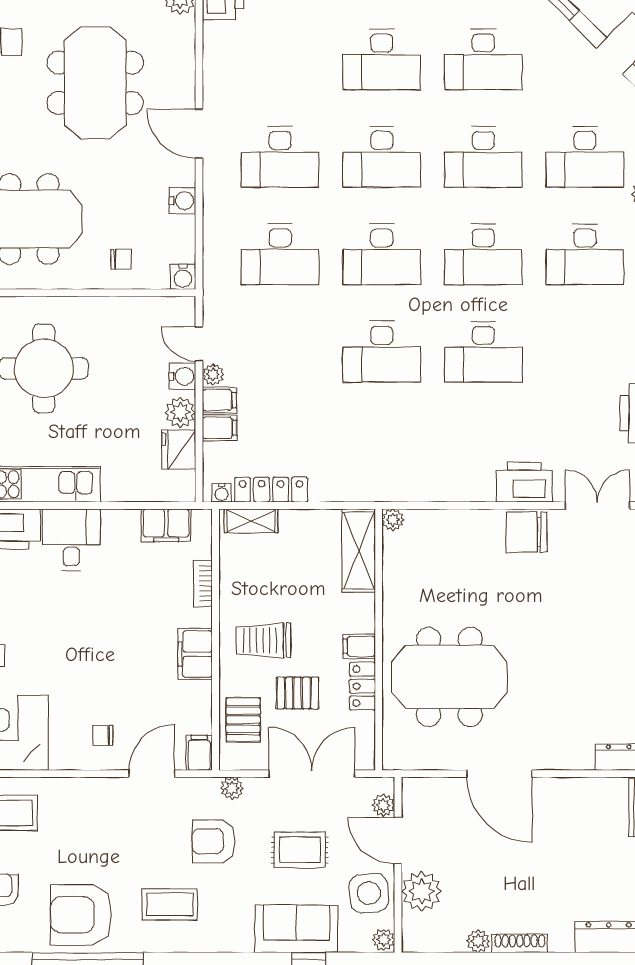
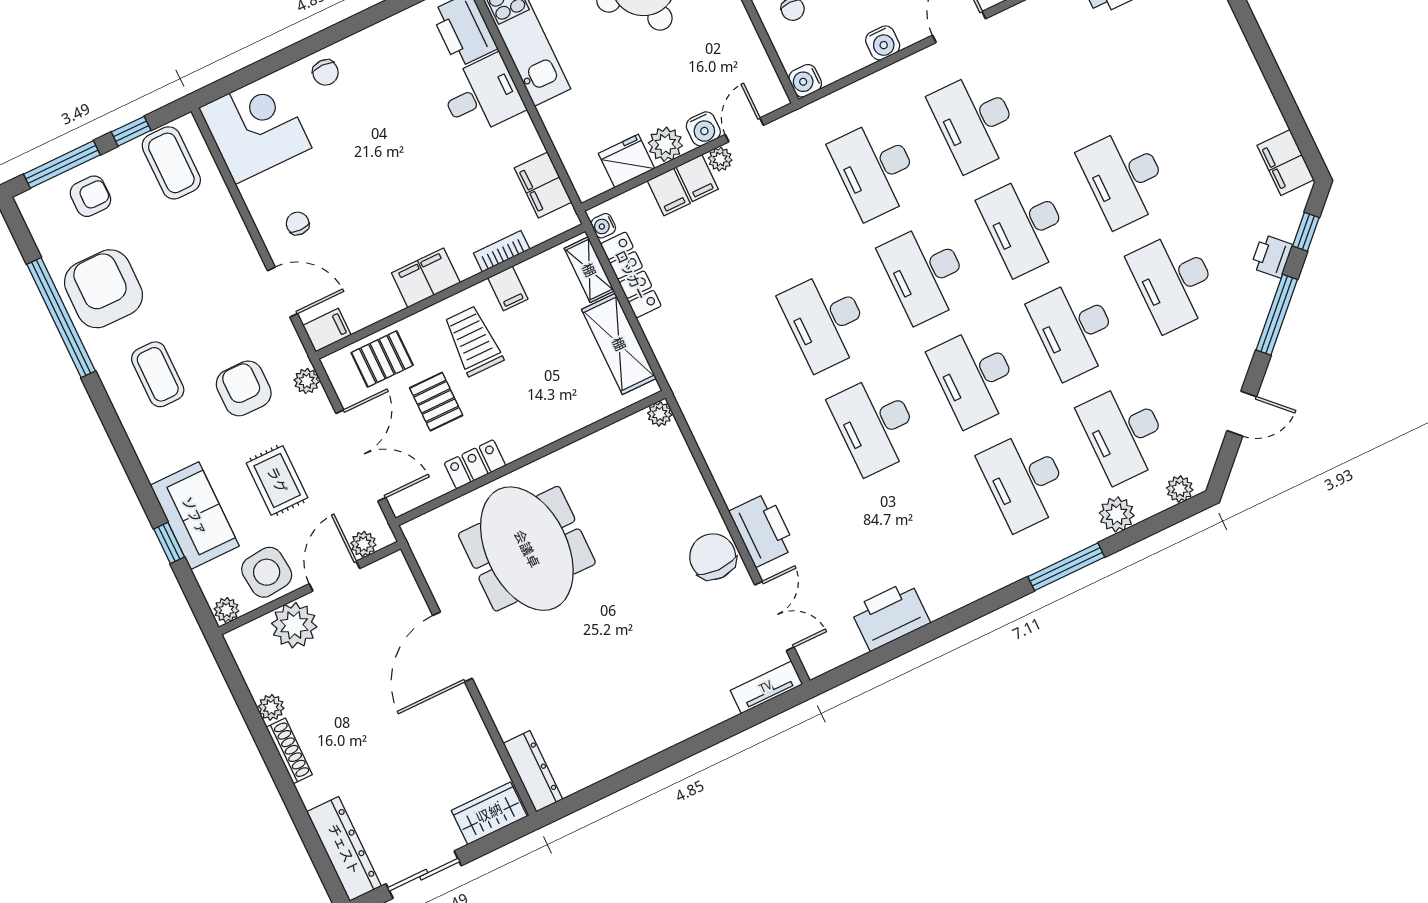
shelving: (359, 551) -> (619, 344), moved, turned 90
filing cabinet: (359, 646) -> (508, 289), moved, turned 180

